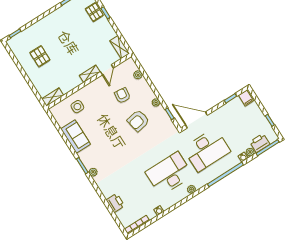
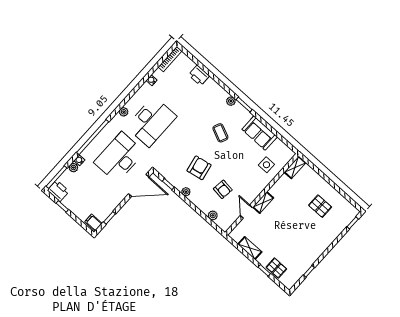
shelving: (120, 47) -> (250, 248), moved
printer: (260, 143) -> (58, 191), moved, turned -90
coffee table: (110, 146) -> (220, 133), added

